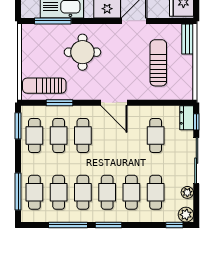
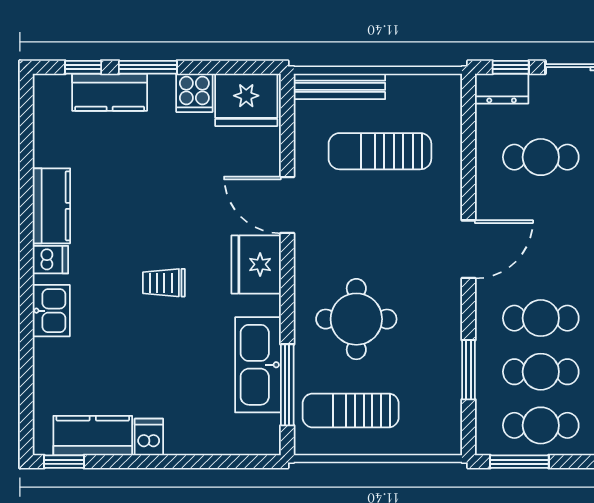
bench: (188, 39) -> (340, 86), width x1.36
sun lounger: (44, 86) -> (351, 410), moved, turned 90

